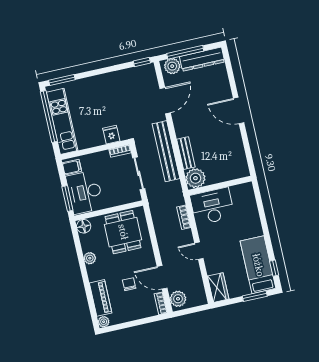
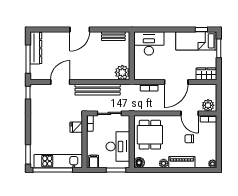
plant: (172, 66) -> (36, 71), removed
door: (165, 101) -> (60, 82), hinge flipped
bench: (186, 153) -> (113, 36), moved
desk: (85, 192) -> (118, 146), moved, turned -90
desk: (212, 206) -> (149, 43), moved, turned 90
dining table: (123, 232) -> (150, 135), turned 90
door: (199, 251) -> (176, 82), width x1.88
door: (162, 277) -> (190, 113), hinge flipped
piano: (101, 298) -> (182, 162), moved

